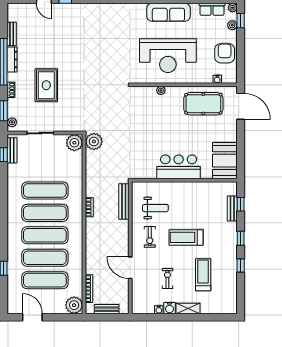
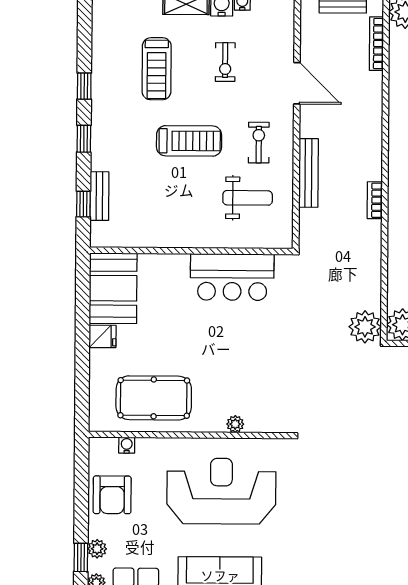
door: (241, 106) -> (82, 393), removed
fridge: (230, 136) -> (103, 336), added
bar counter: (179, 167) -> (232, 277), moved
bench: (124, 202) -> (308, 173), moved
weight bench: (155, 208) -> (248, 198), turned 180

